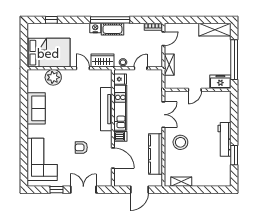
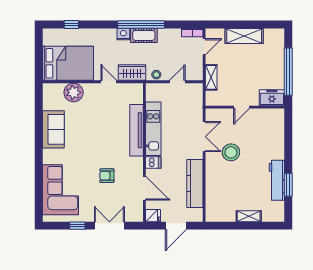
shelving: (215, 30) -> (244, 36), moved
fridge: (120, 79) -> (153, 216), moved
workbench: (225, 139) -> (277, 180), moved
stool: (180, 142) -> (231, 152), moved
shelving: (181, 182) -> (249, 216), moved

